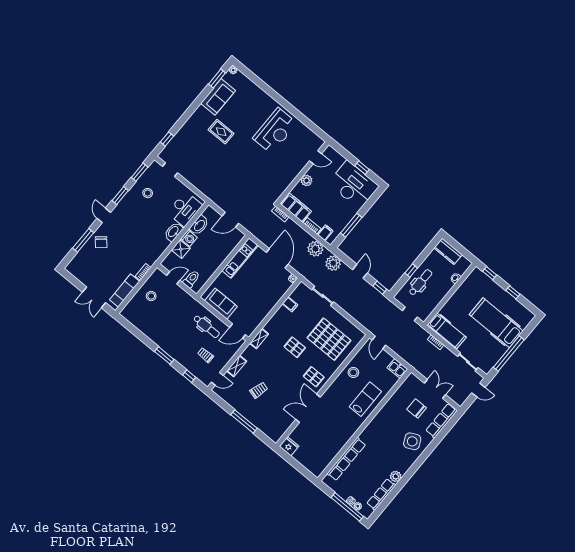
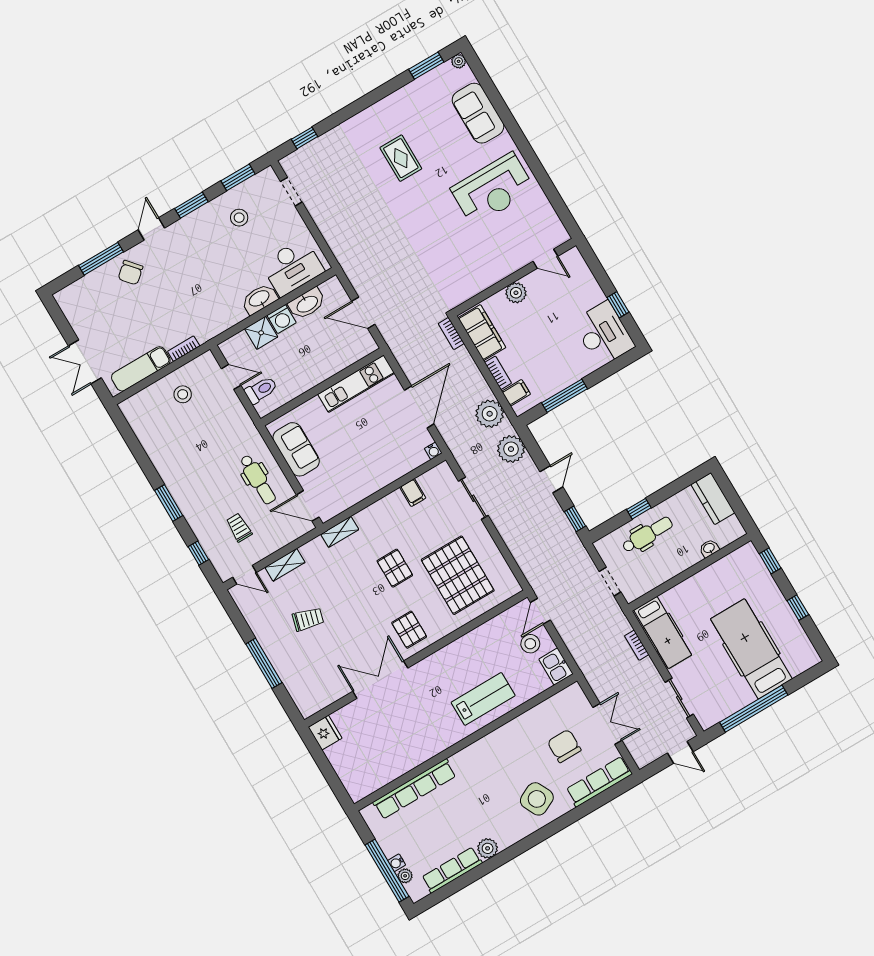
sofa: (218, 97) -> (478, 113), moved, turned 90
desk: (353, 185) -> (603, 334), width x0.73, depth x0.77
stool: (353, 372) -> (530, 644), moved

